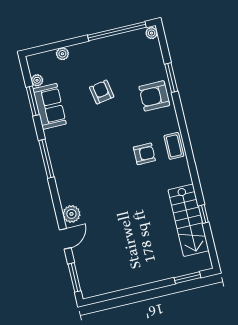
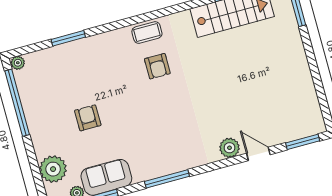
plant: (62, 54) -> (53, 169), width x1.87, depth x1.87
armchair: (102, 92) -> (88, 118), turned 100
armchair: (154, 96) -> (90, 57), removed
armchair: (144, 154) -> (157, 66), turned 180

